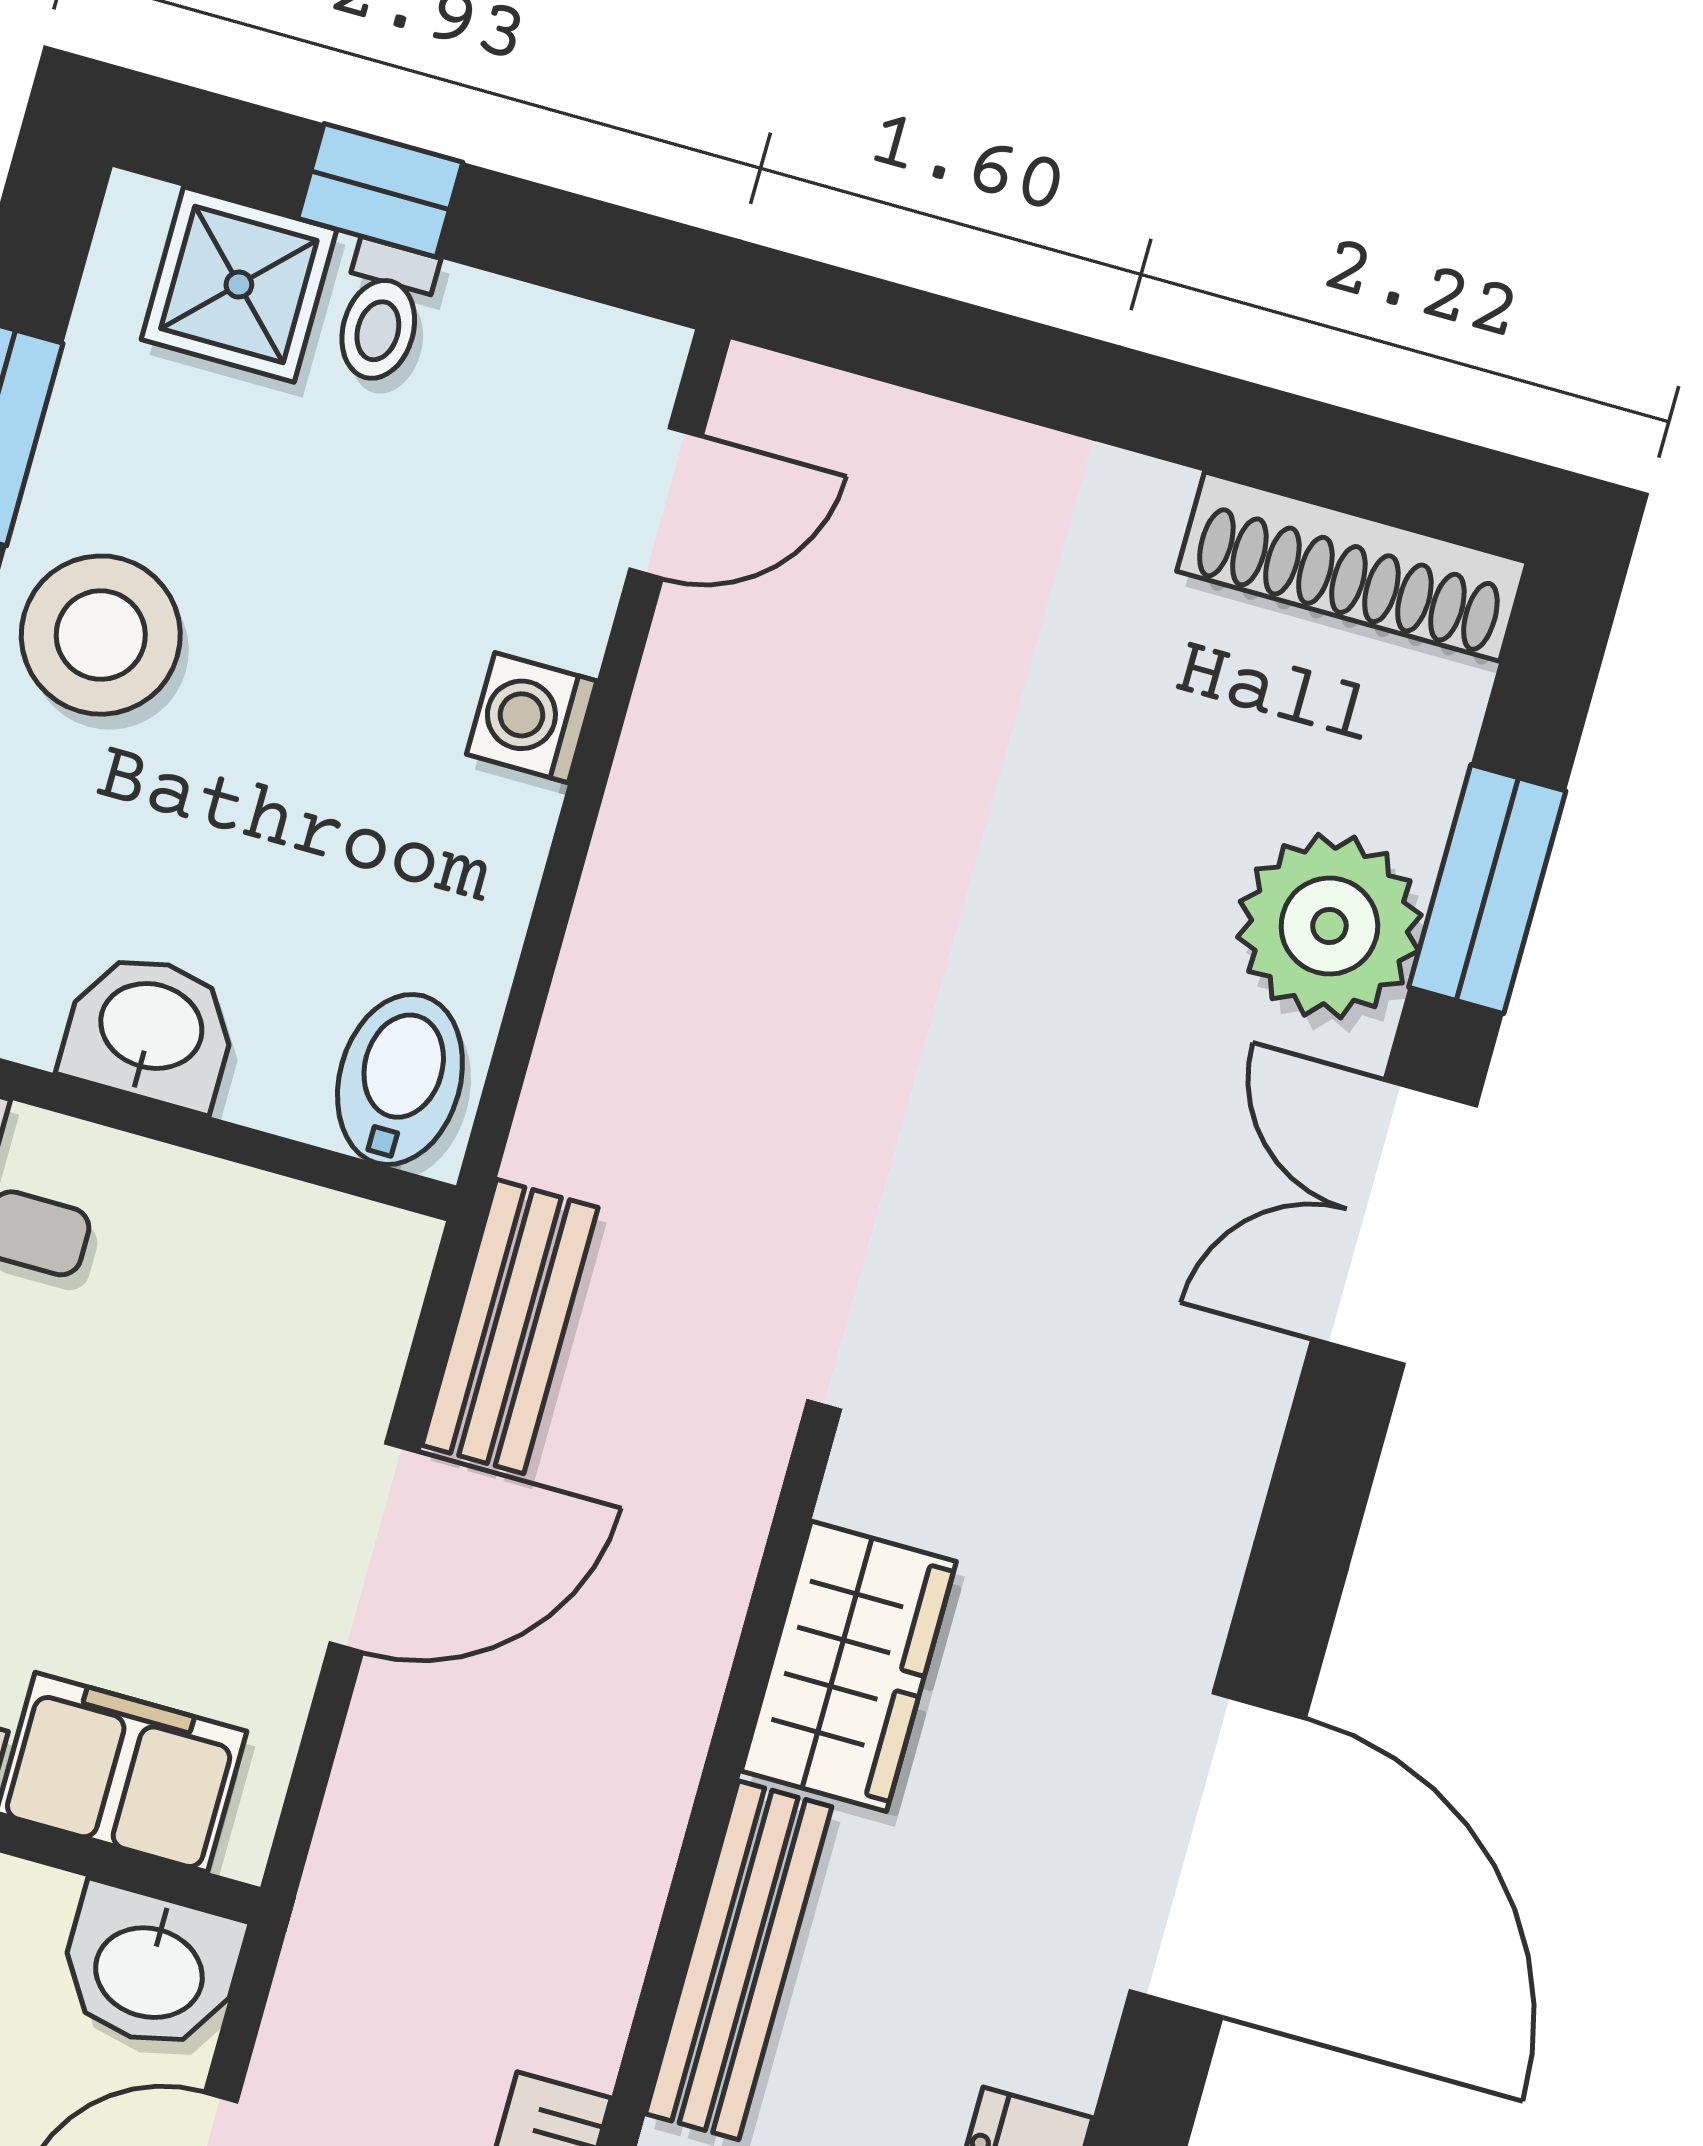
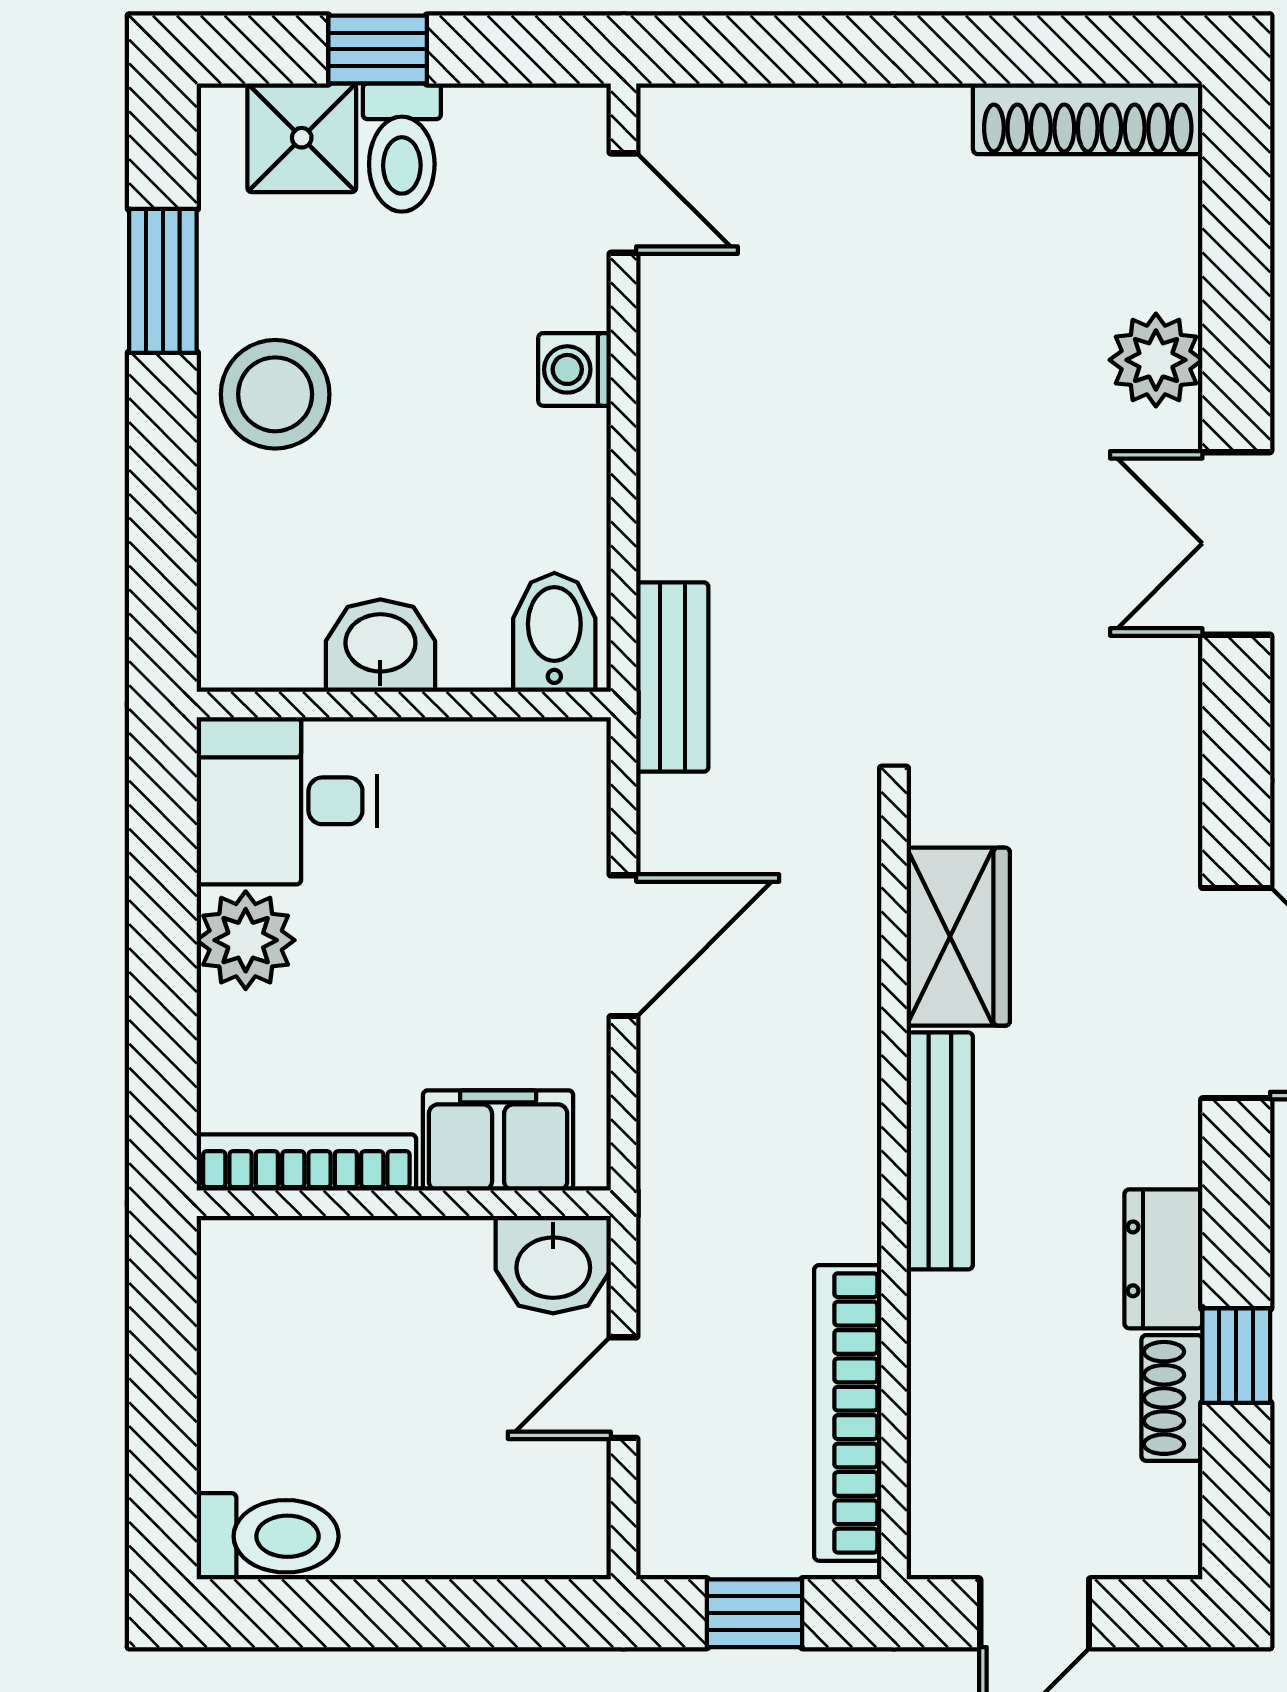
toilet: (383, 312) -> (402, 147), width x1.37, depth x1.39
door: (666, 503) -> (624, 203), hinge flipped
window: (1487, 889) -> (1236, 307), removed
plant: (1329, 926) -> (1156, 360), width x0.73, depth x0.73
bench: (510, 1326) -> (672, 677), moved

